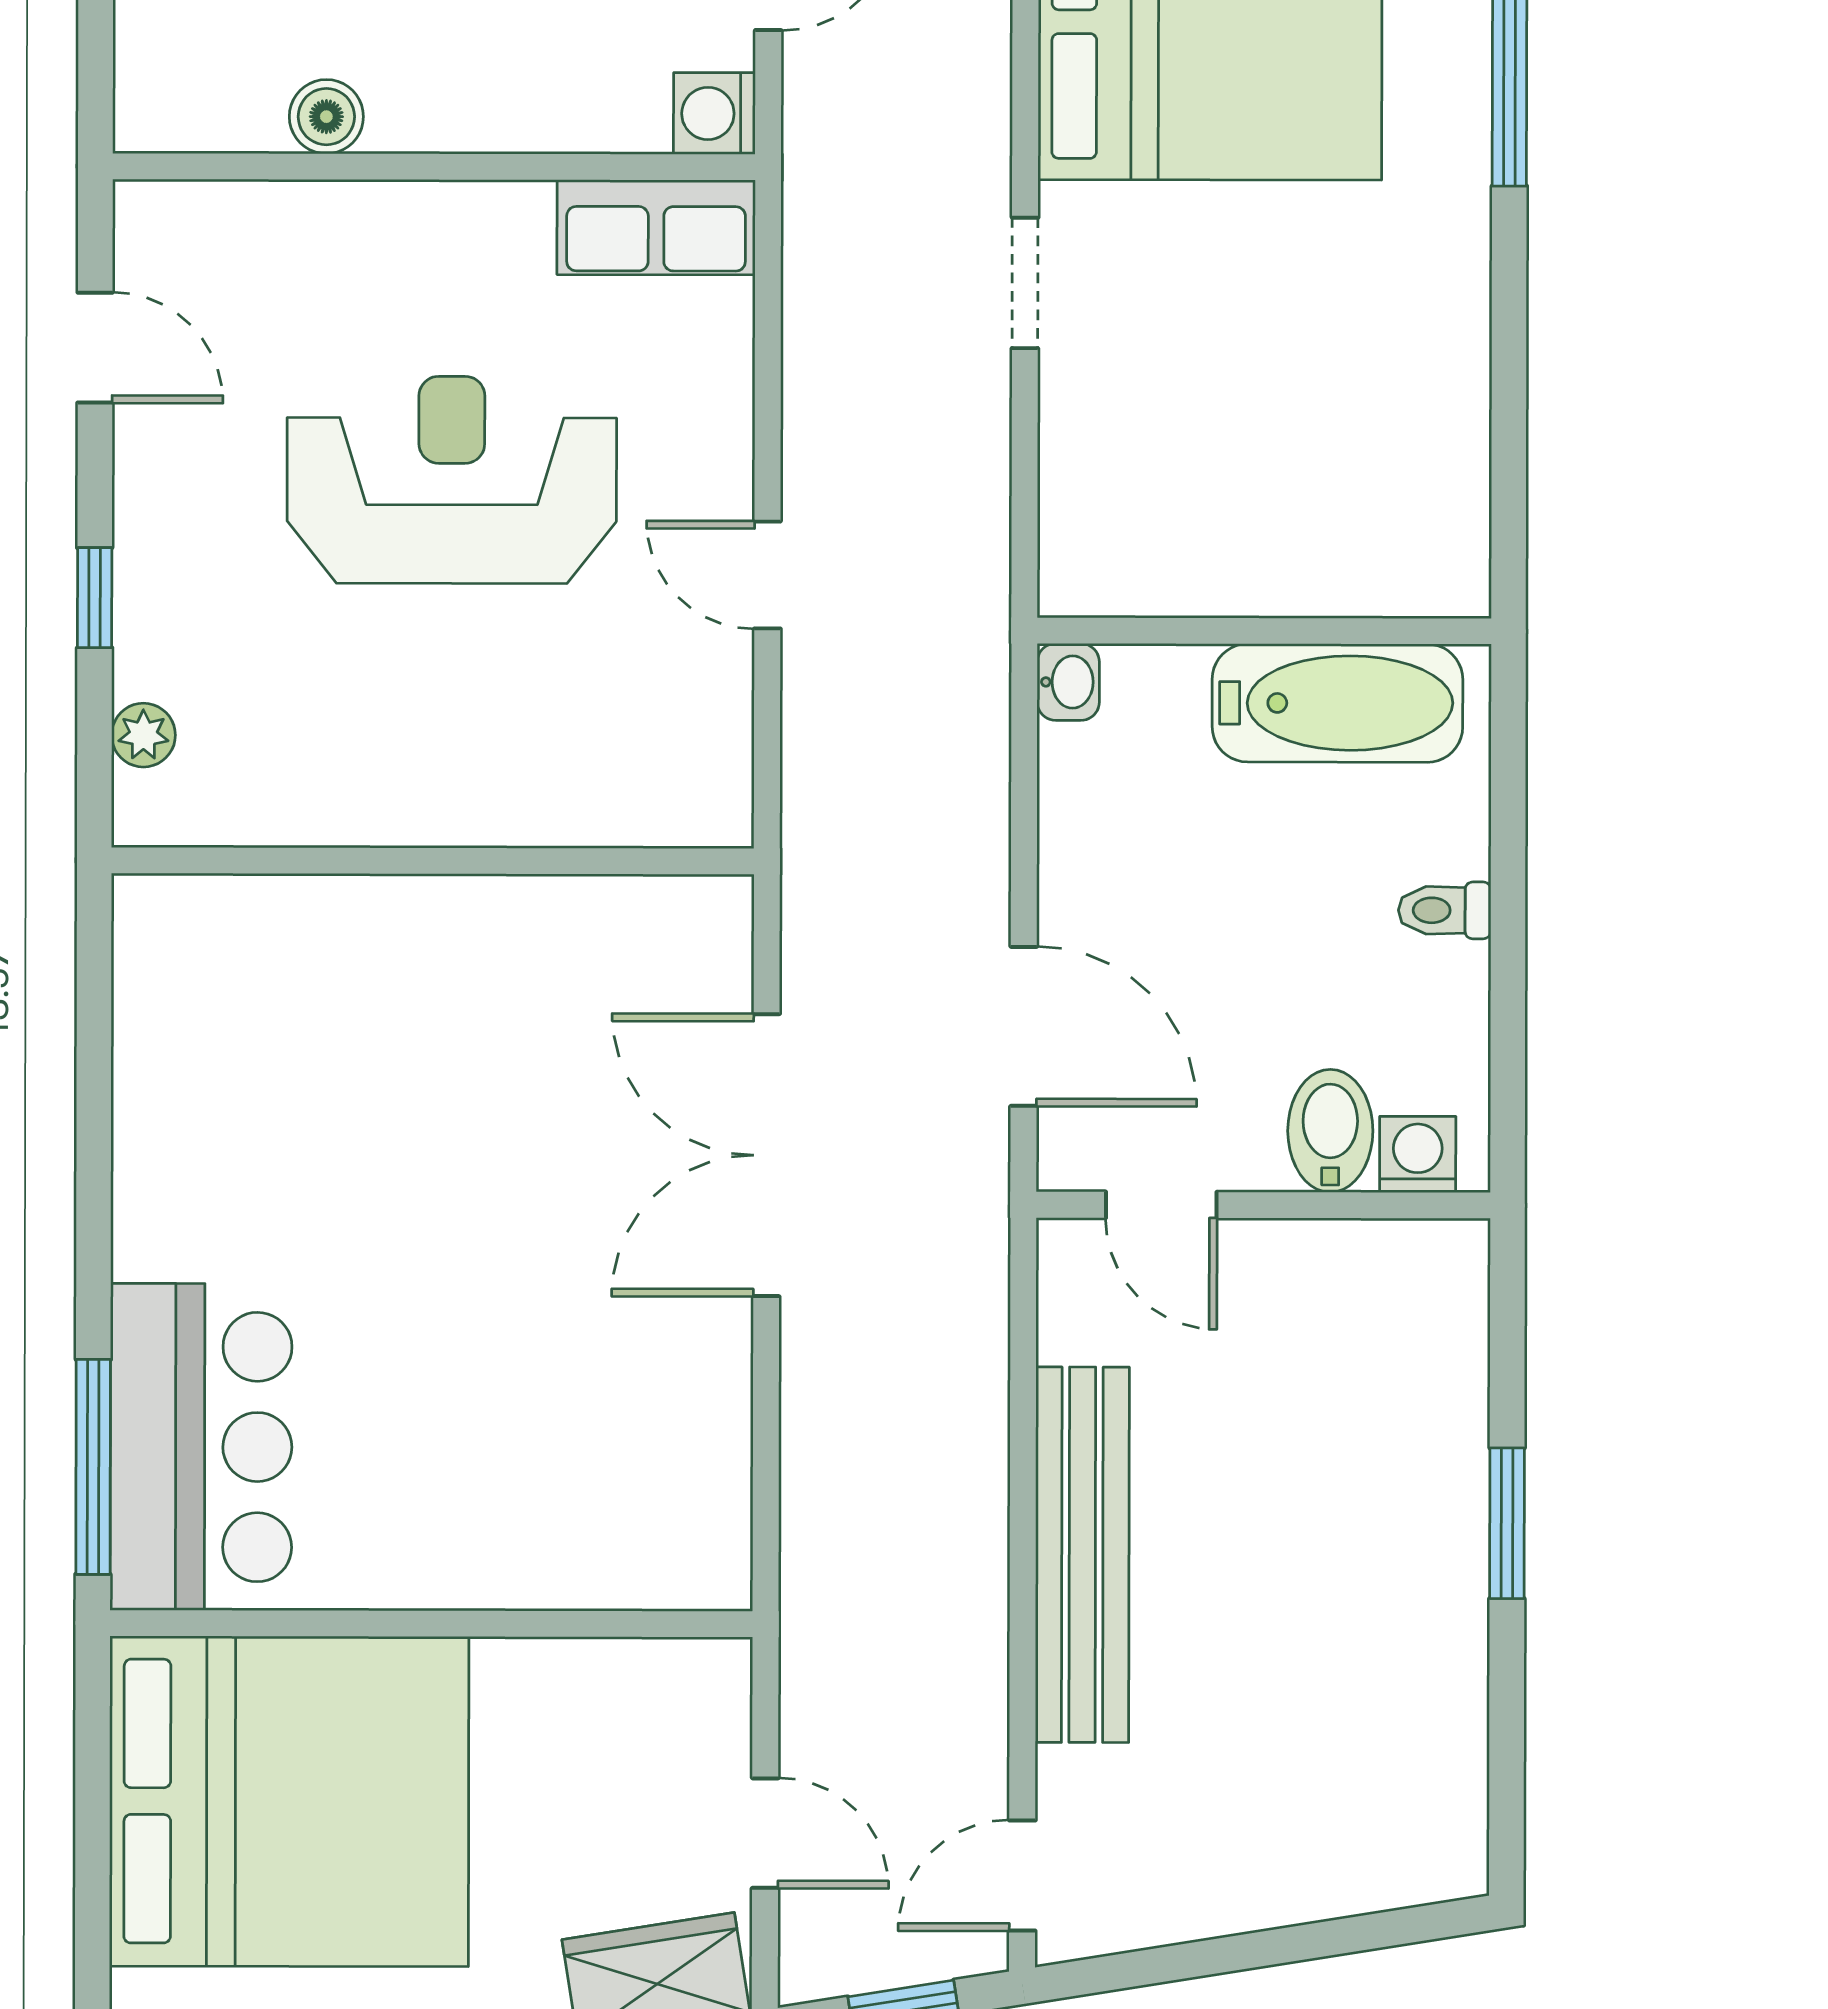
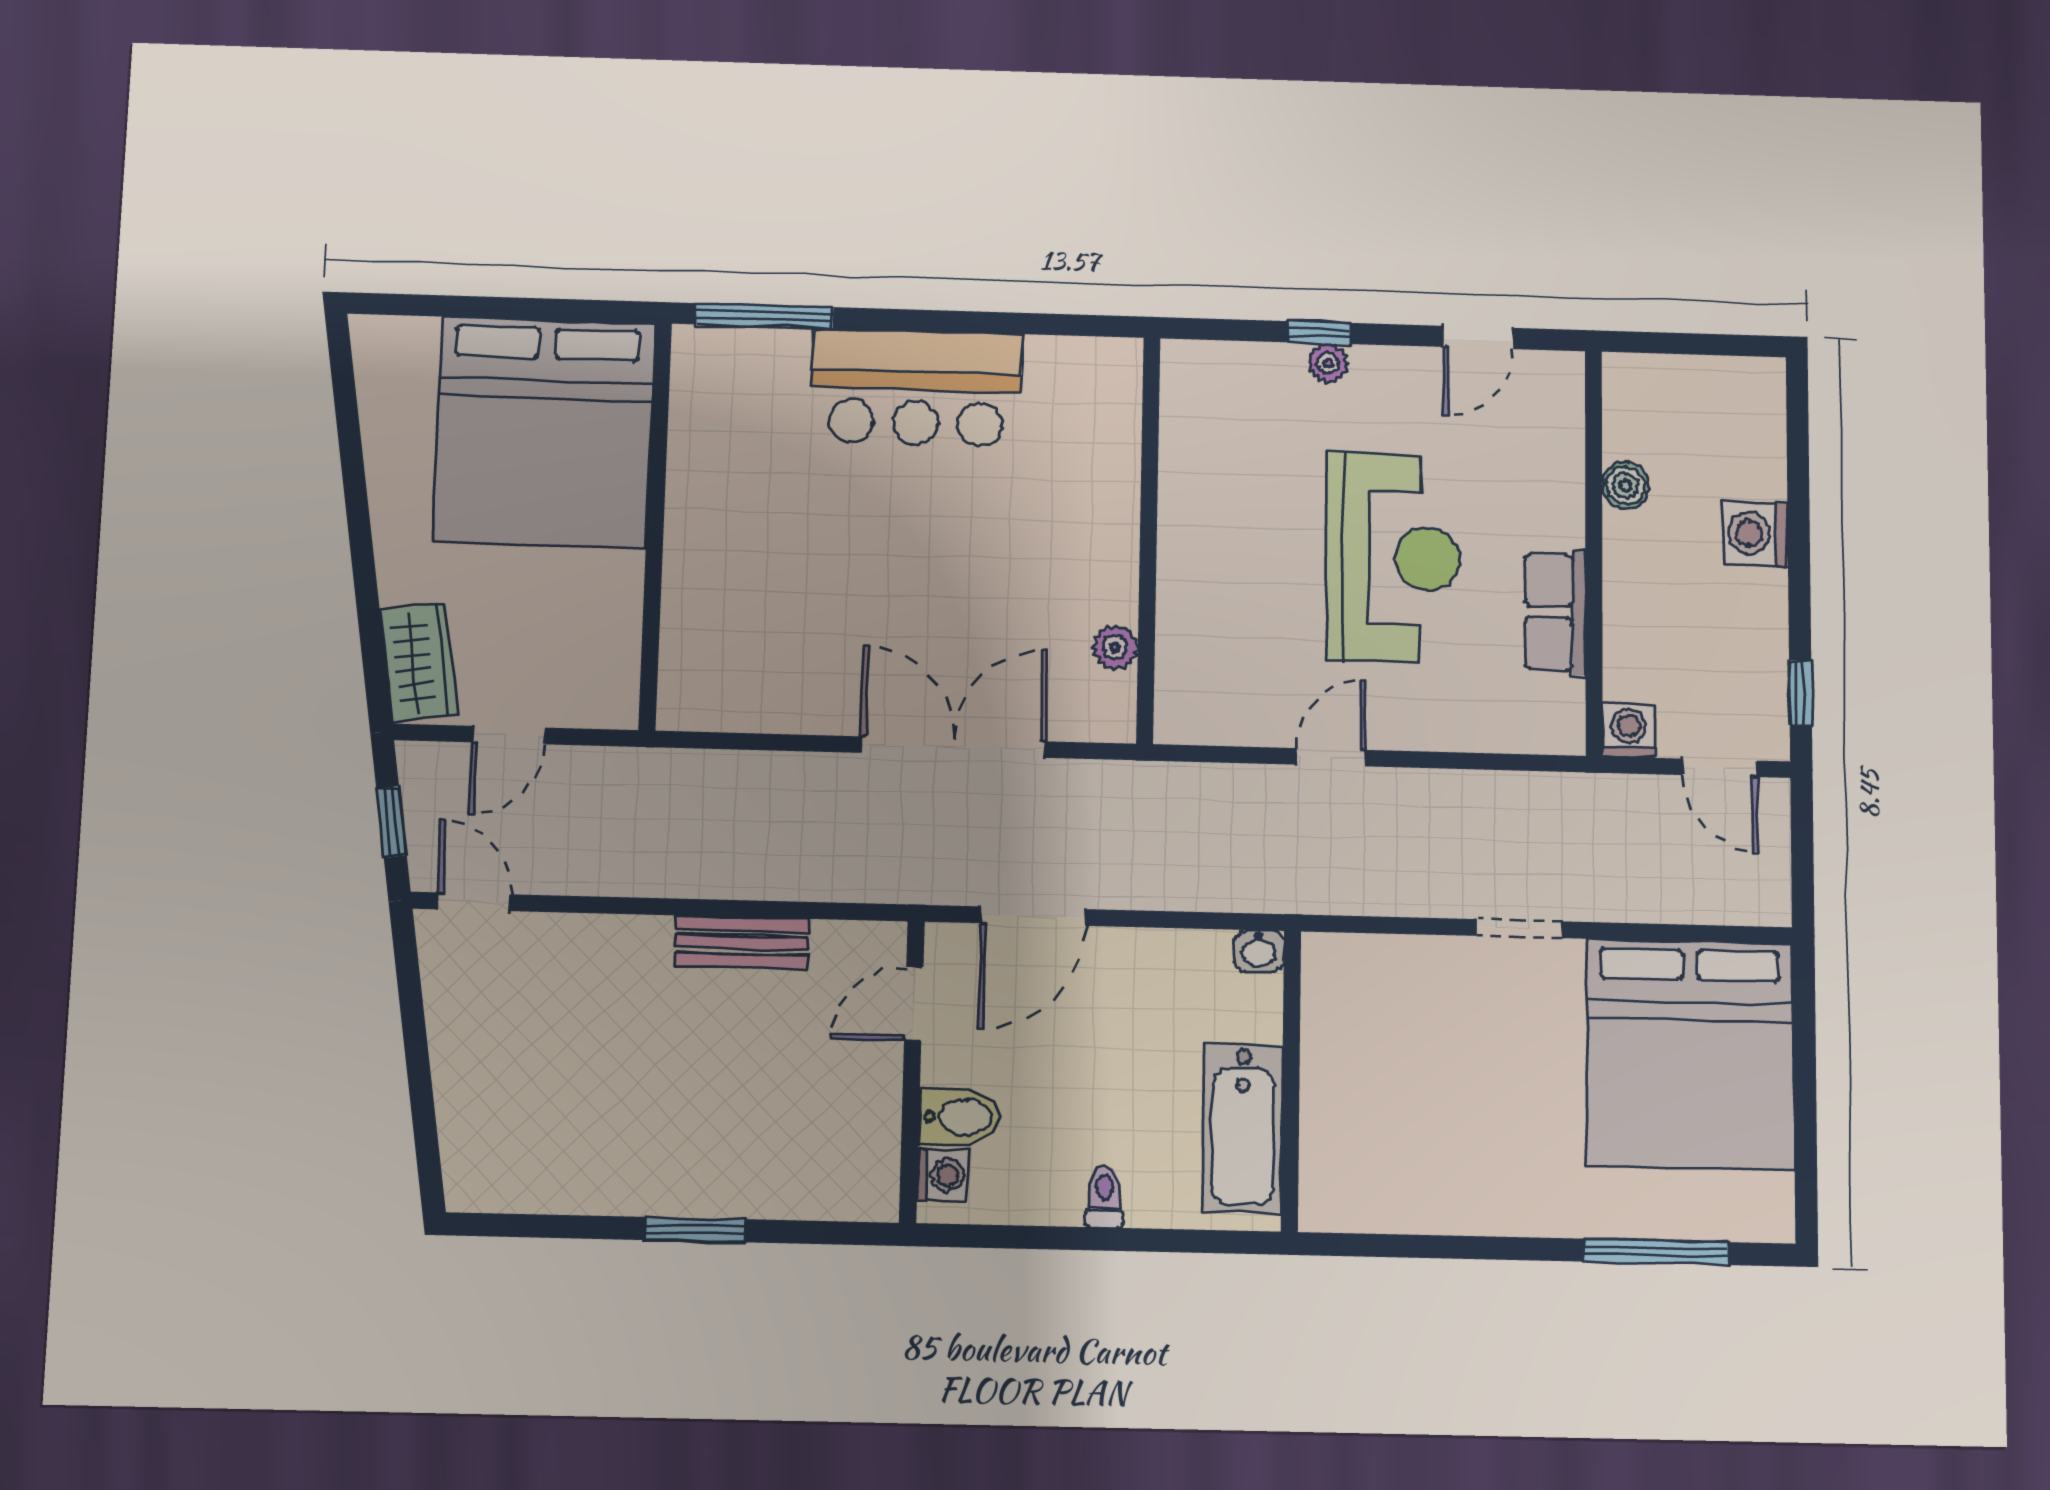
row of seats: (656, 227) -> (1555, 612), moved
plant: (143, 735) -> (1328, 363), moved
plant: (604, 909) -> (1115, 647), added
bar counter: (201, 1447) -> (916, 388), moved
bench: (1082, 1555) -> (742, 942), width x0.54, depth x0.82

